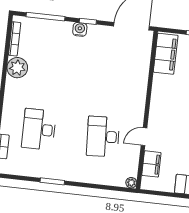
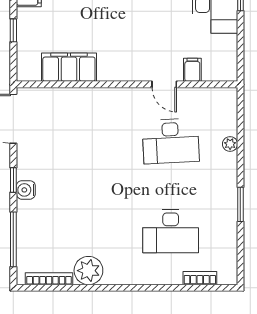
filing cabinet: (166, 54) -> (69, 67), moved
filing cabinet: (151, 164) -> (192, 70), width x0.50
plant: (131, 183) -> (230, 144), moved

